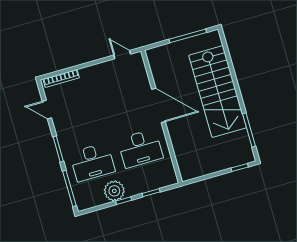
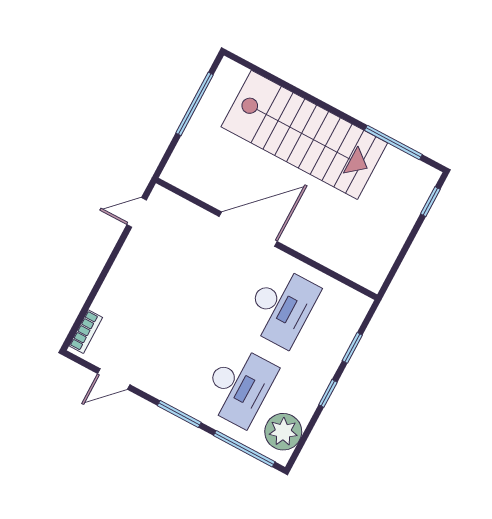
bookcase: (61, 78) -> (86, 332), width x0.64
plant: (114, 191) -> (283, 432), moved

